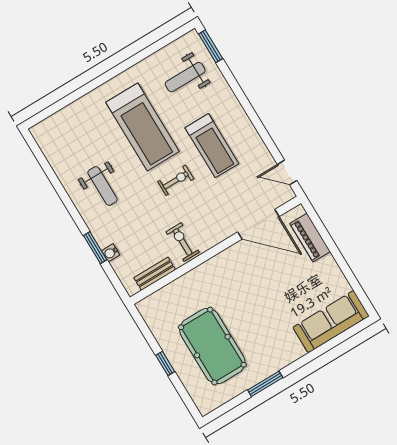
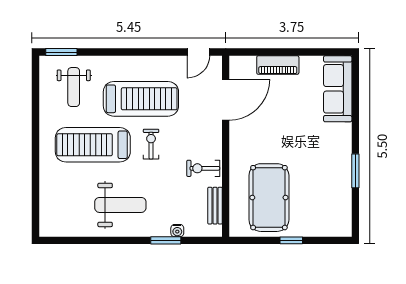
treadmill: (143, 127) -> (93, 145), turned 180
treadmill: (212, 146) -> (141, 99), width x1.37, depth x1.38
weight bench: (102, 186) -> (120, 205), width x1.36, depth x1.33
piano: (310, 238) -> (278, 65), moved
pool table: (212, 346) -> (269, 198), moved, turned 90

